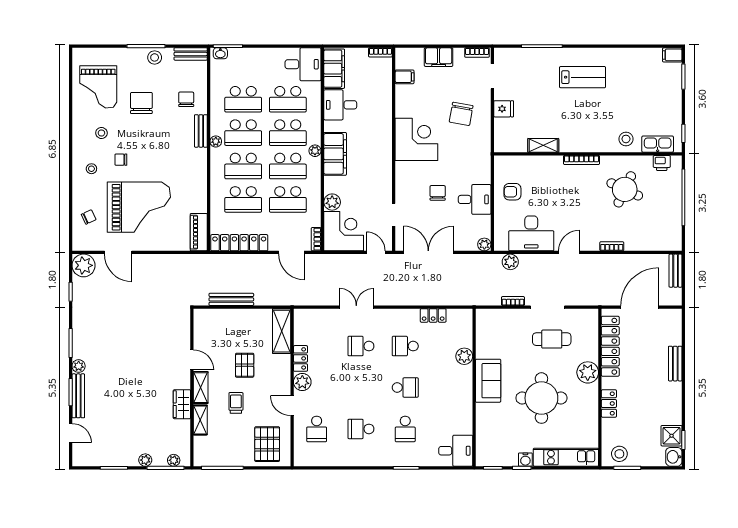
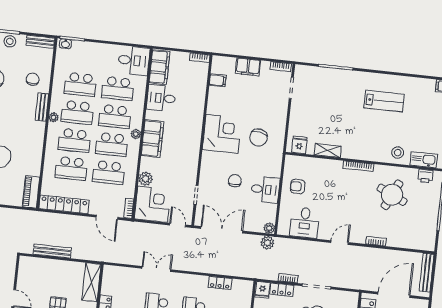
lab bench: (583, 77) -> (384, 101), moved
fridge: (504, 109) -> (299, 145), moved, turned -90
chair: (461, 114) -> (259, 138), moved
desk: (531, 233) -> (305, 223), width x0.73
plant: (510, 262) -> (267, 243), moved
bench: (676, 271) -> (427, 273), width x1.36
locker: (507, 315) -> (282, 290), added
fridge: (484, 318) -> (262, 290), added

